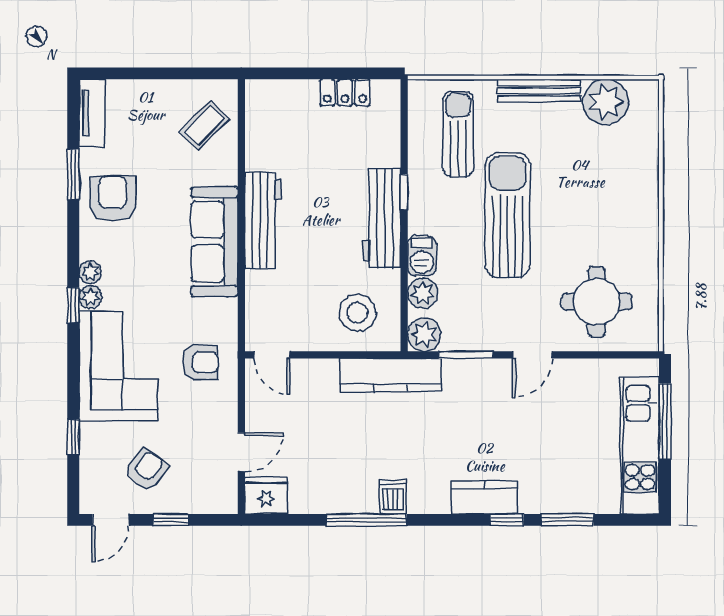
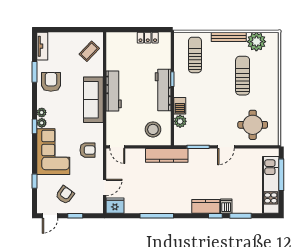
sun lounger: (508, 215) -> (243, 76), moved, width x0.73, depth x0.75
plant: (424, 335) -> (181, 139), removed
dishwasher: (393, 497) -> (226, 206), moved

